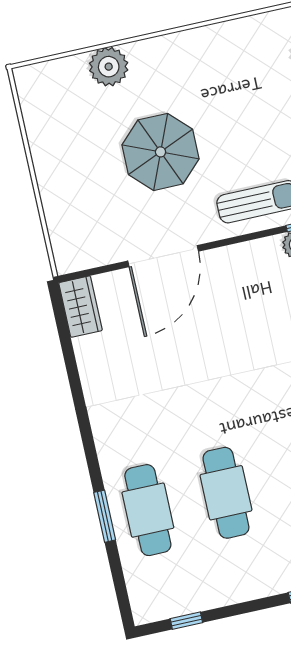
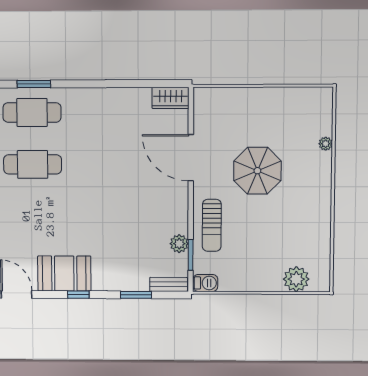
plant: (109, 67) -> (326, 144), width x0.53, depth x0.53

